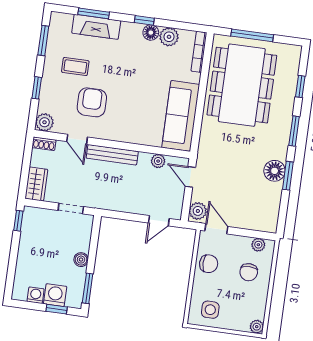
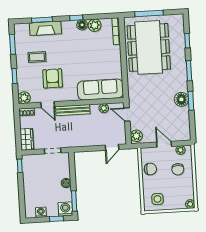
sofa: (181, 116) -> (100, 90), moved, turned 90
door: (216, 229) -> (164, 144), moved
washing machine: (55, 295) -> (65, 209), moved

